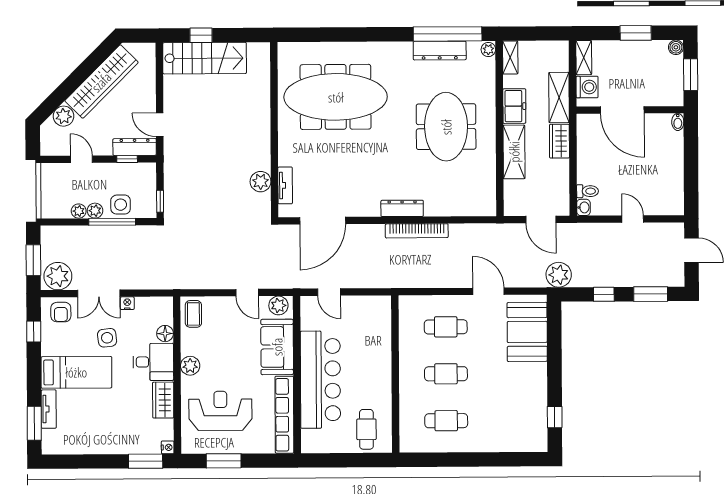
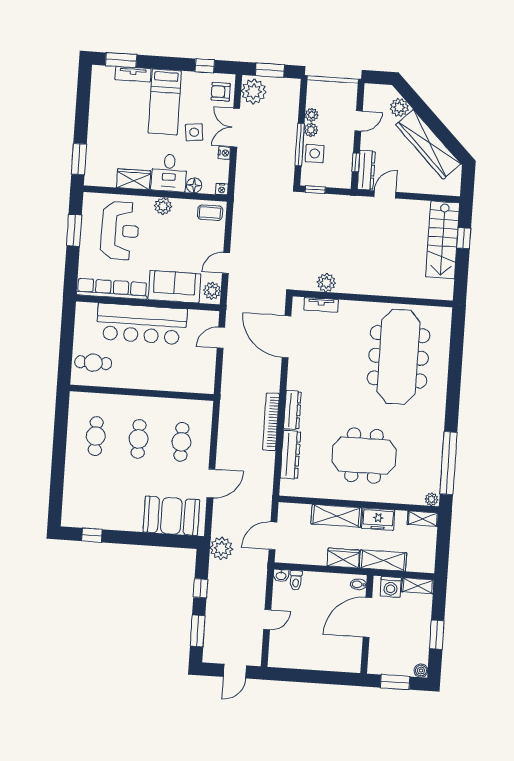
dresser: (440, 51) -> (290, 455), moved, turned 180
bidet: (678, 122) -> (358, 584), moved
nightstand: (168, 447) -> (222, 189), moved

